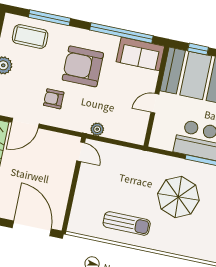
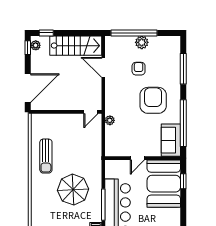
coffee table: (30, 36) -> (167, 58), removed
armchair: (54, 99) -> (139, 69), moved
door: (155, 103) -> (137, 158), swing flipped

